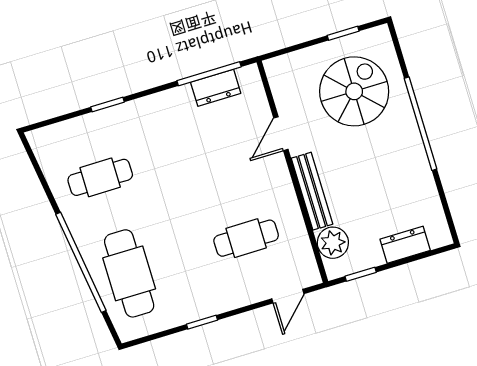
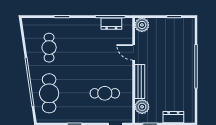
plant: (281, 71) -> (142, 25), added
spiral stairs: (354, 91) -> (171, 44), removed
door: (281, 134) -> (134, 52), hinge flipped
cafe table: (100, 177) -> (49, 48), turned 90

